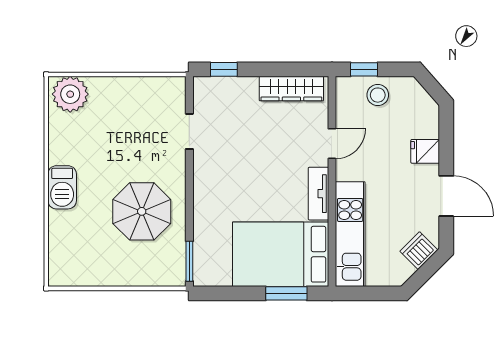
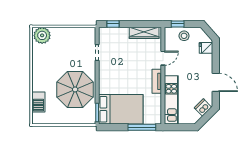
fridge: (425, 151) -> (206, 48), moved
barbecue: (62, 187) -> (38, 102), moved
parasol: (142, 211) -> (75, 89), width x1.36, depth x1.36
bed: (281, 254) -> (121, 109), moved, turned 180
window: (286, 293) -> (142, 127), width x1.44

